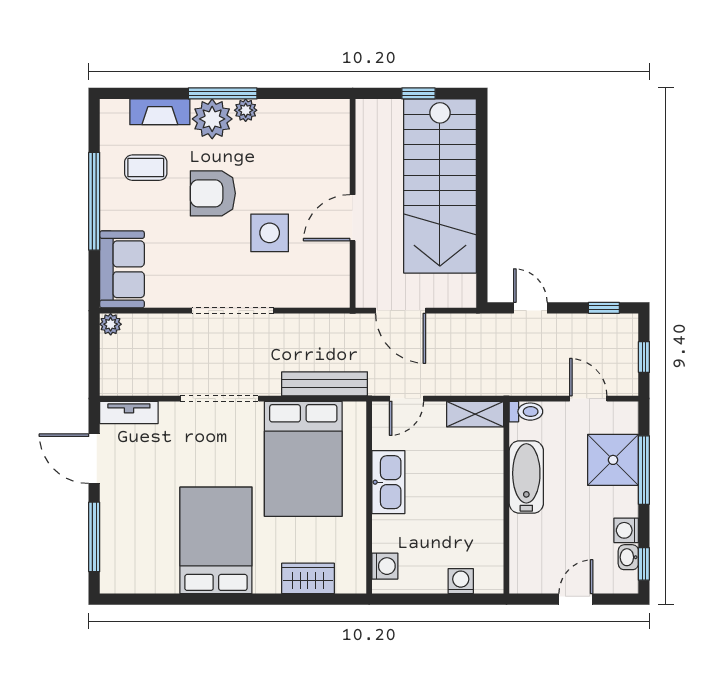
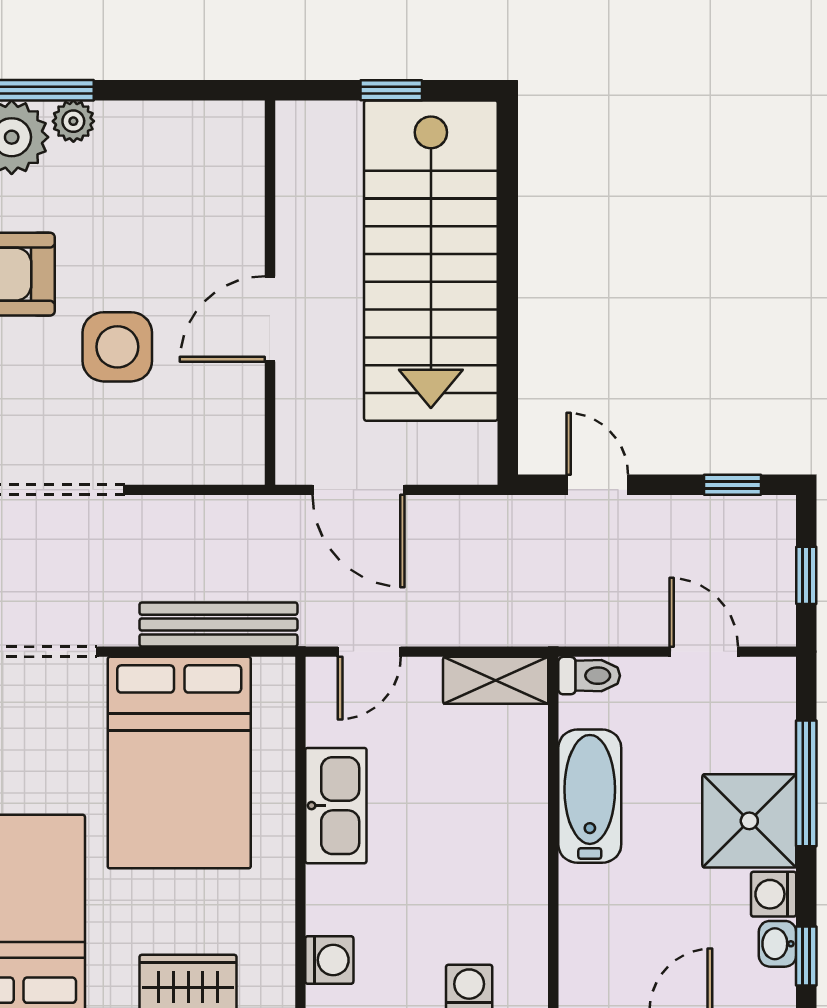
shower: (613, 460) -> (749, 821), moved

